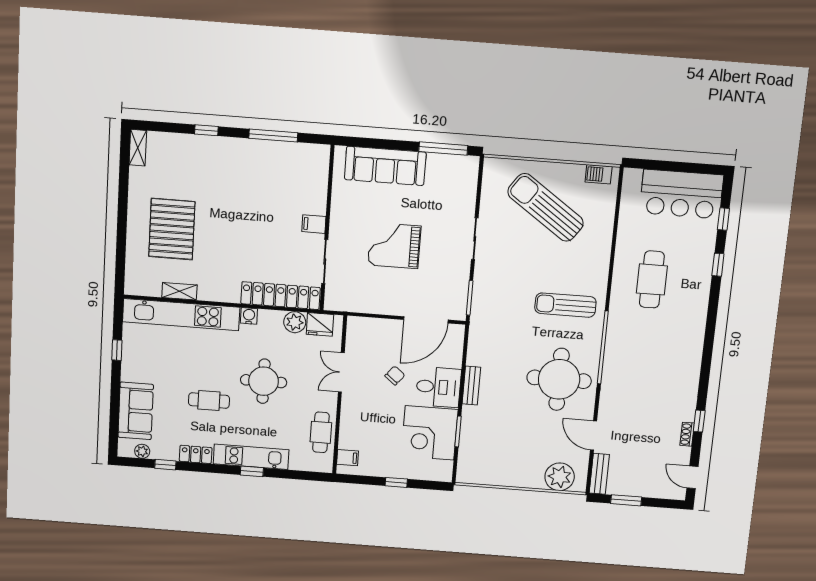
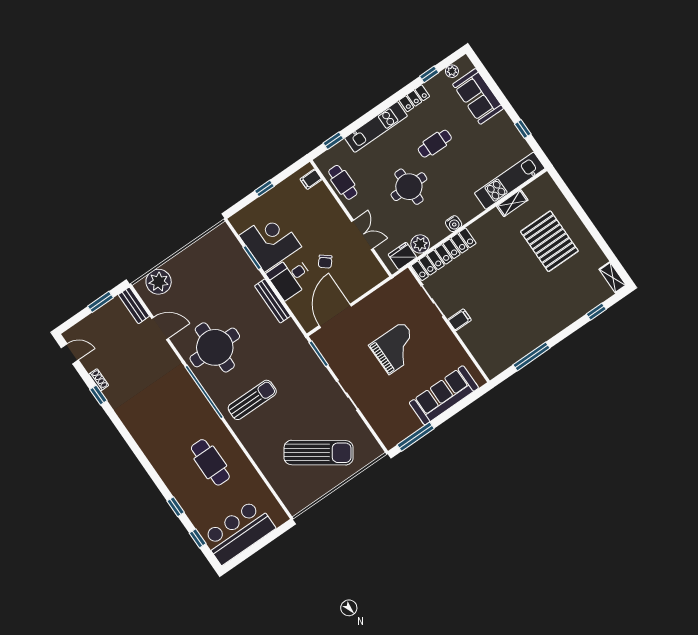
window: (206, 130) -> (596, 312), moved
barbecue: (599, 174) -> (302, 501), removed
kitchen unit: (181, 315) -> (510, 181), width x0.73
bench: (471, 386) -> (273, 301), width x1.36
window: (252, 471) -> (333, 141), moved

